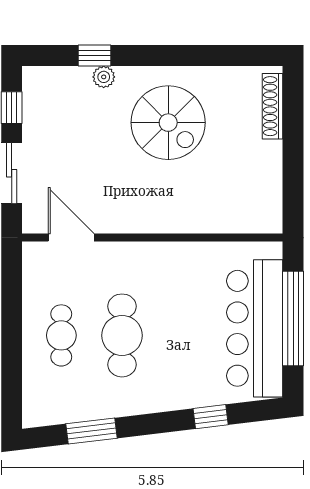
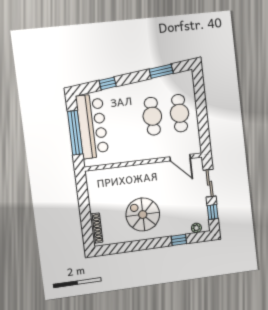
plant: (104, 77) -> (196, 228), moved
cafe table: (61, 335) -> (180, 113), width x1.37, depth x1.35

